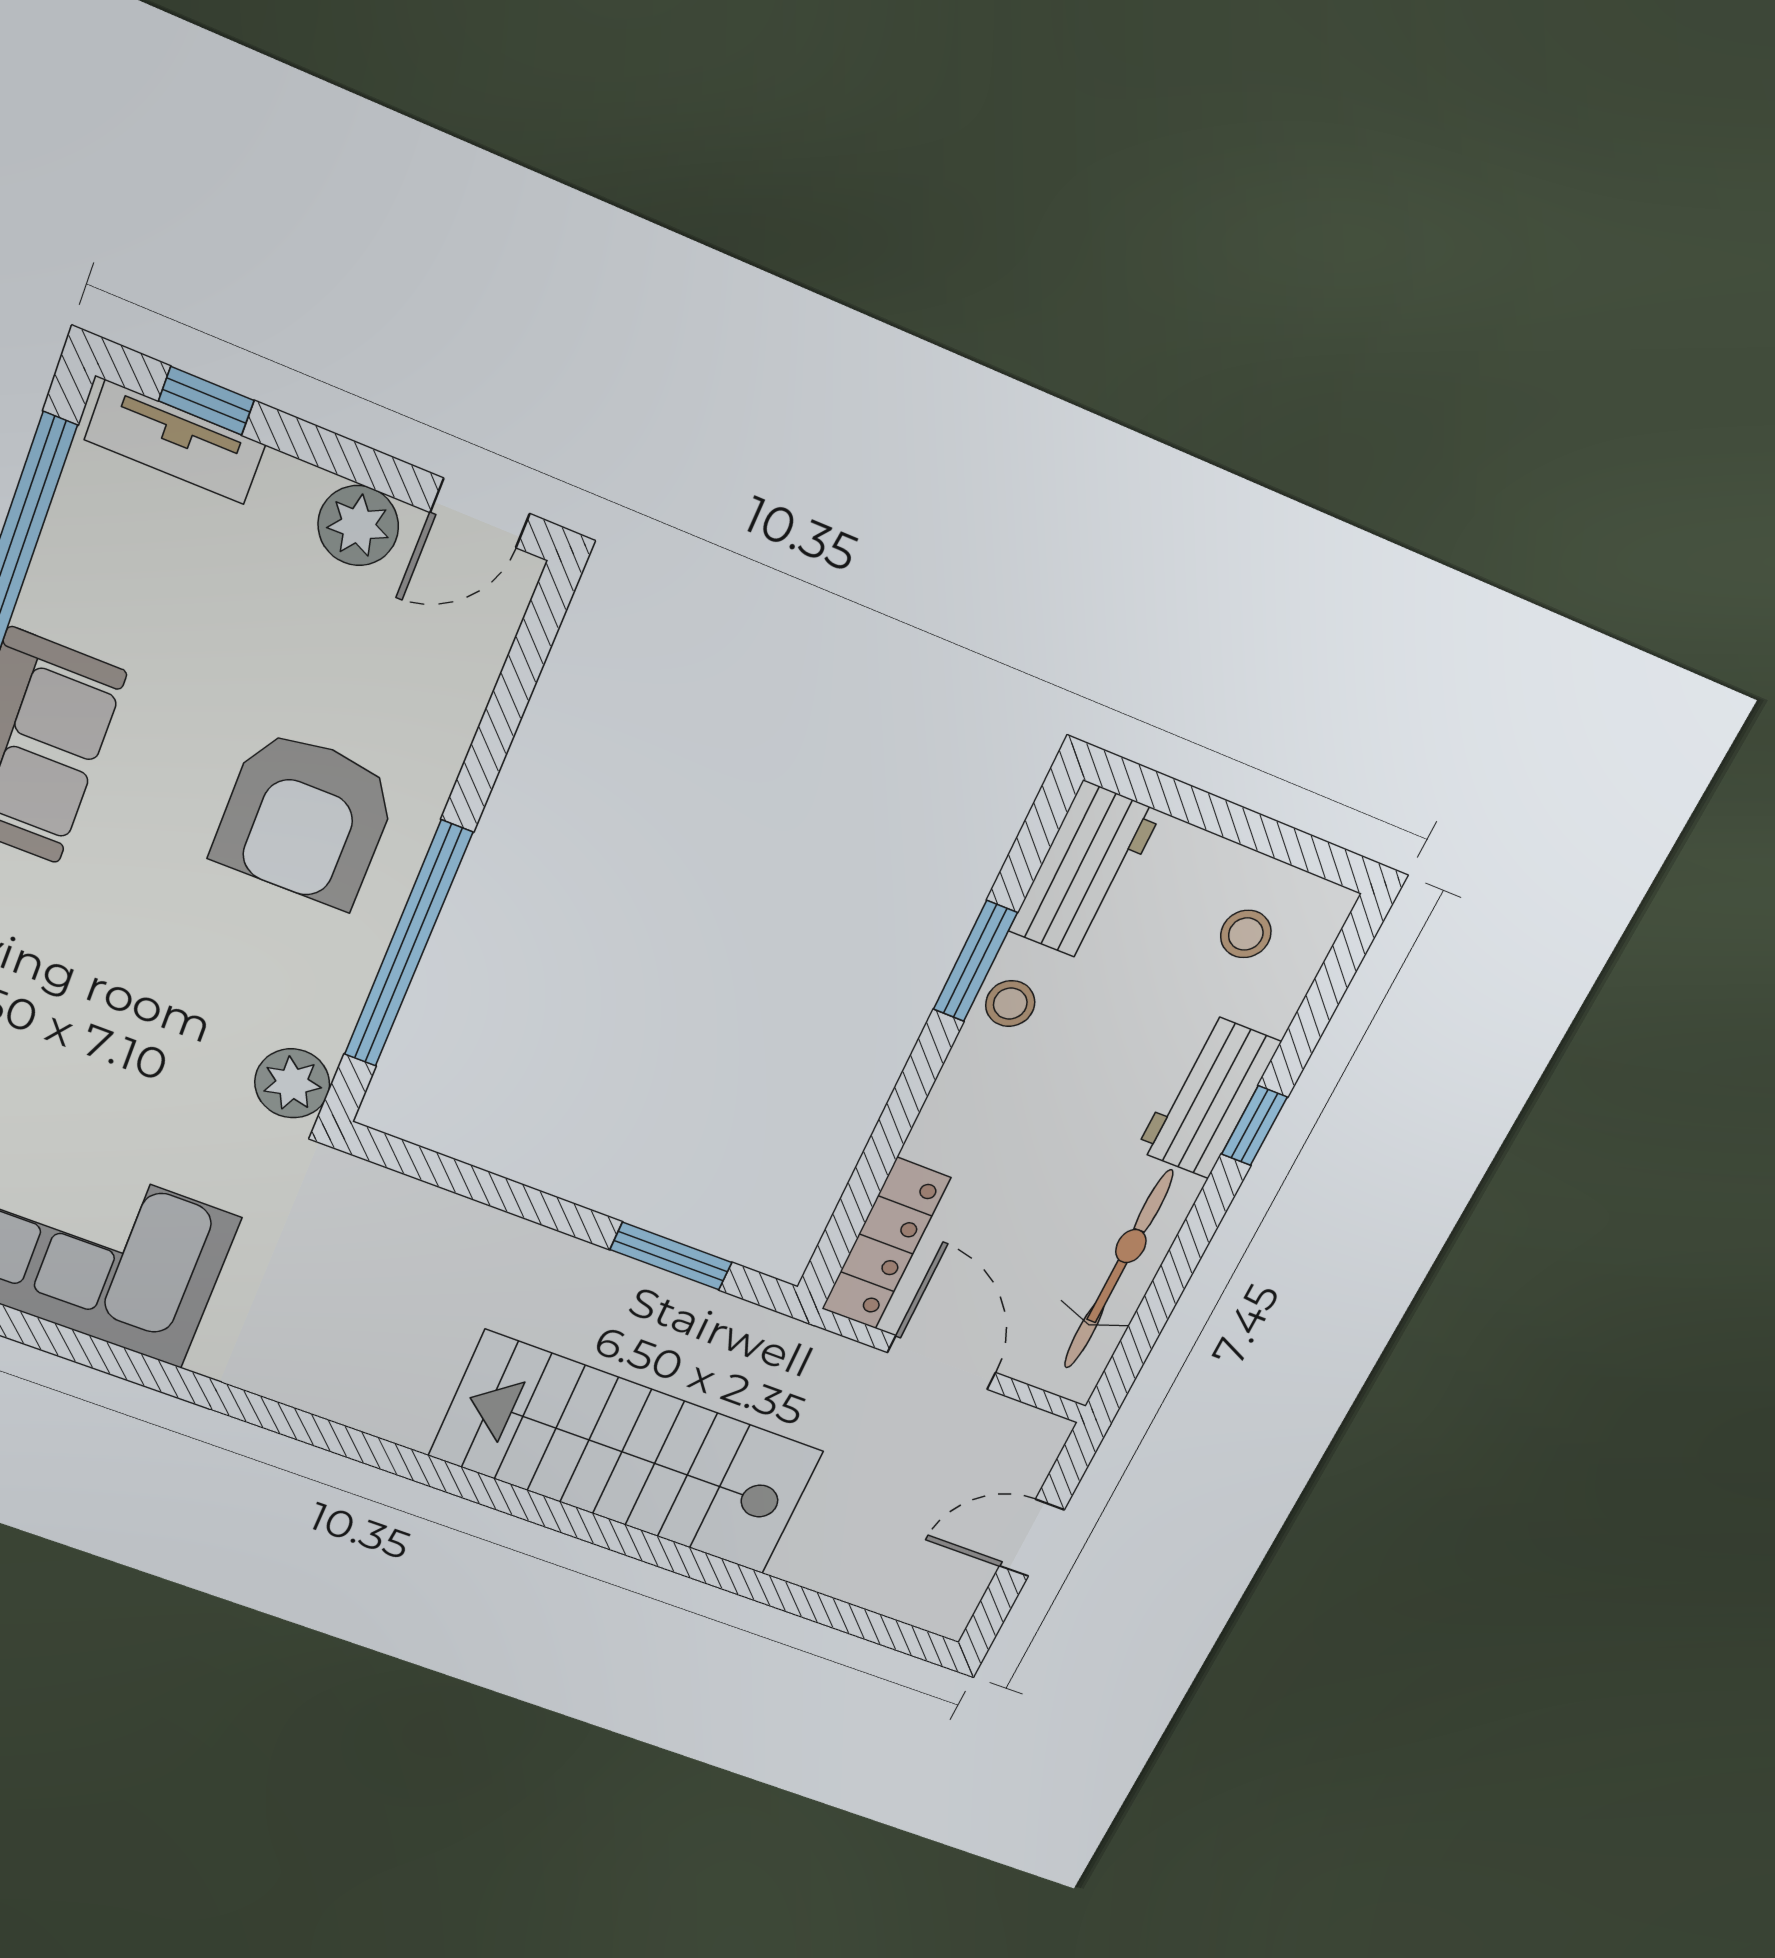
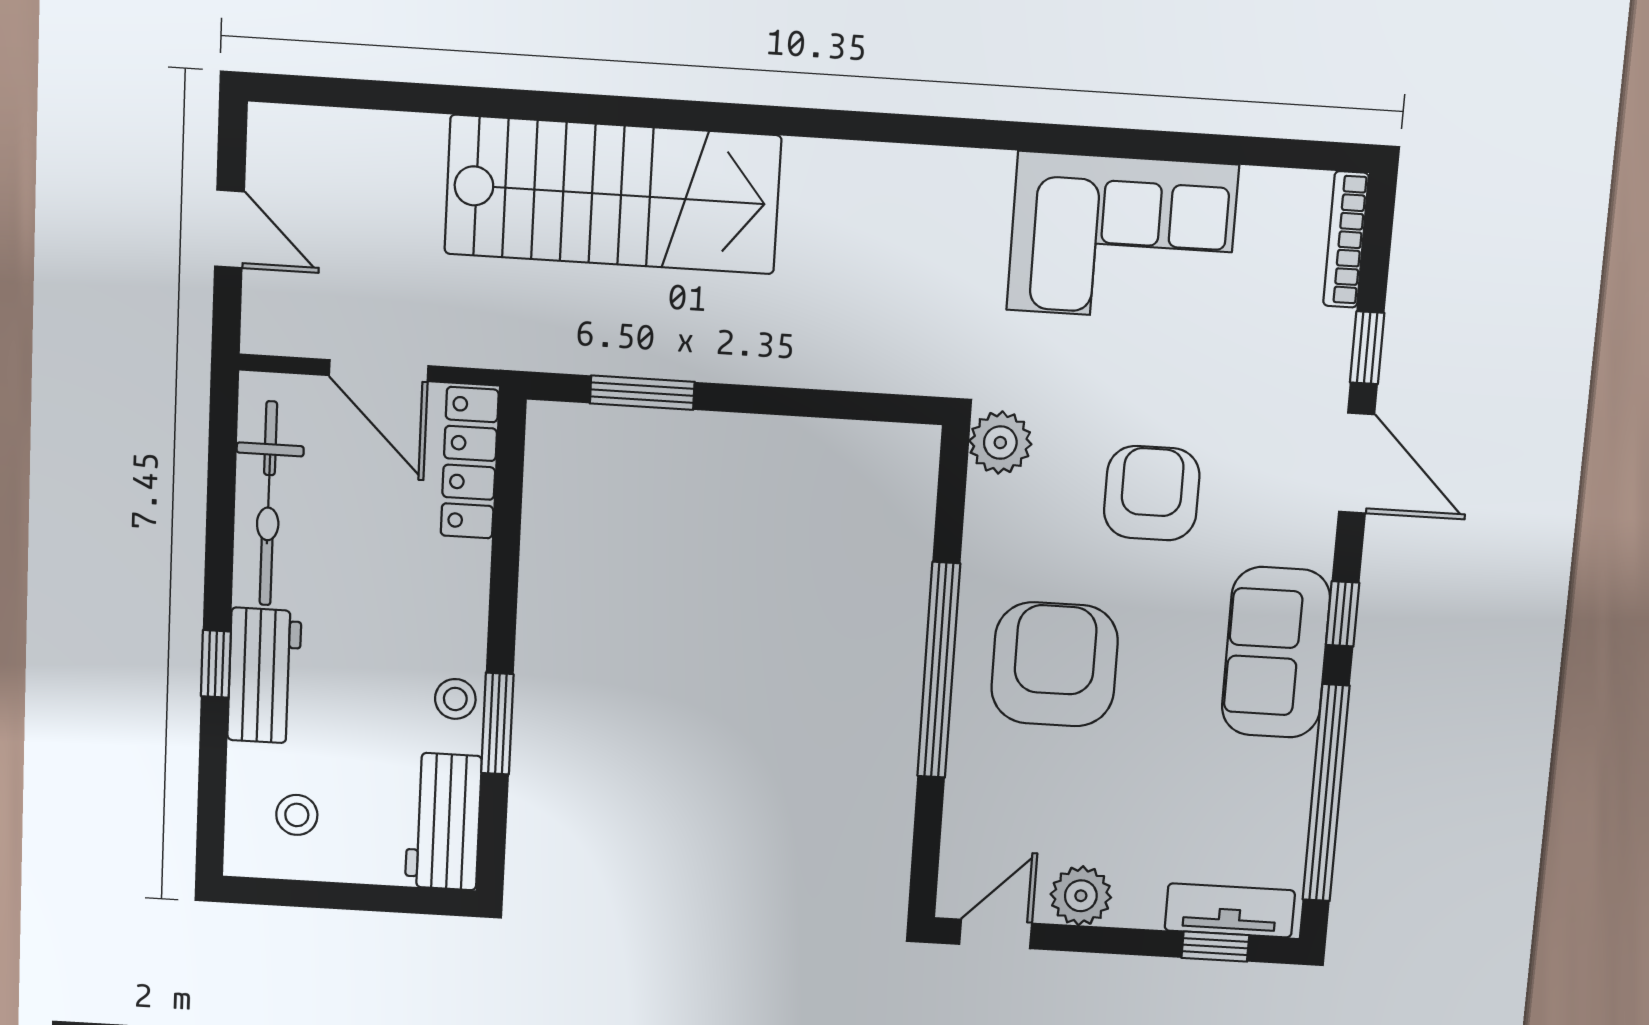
window: (408, 945) -> (939, 670), moved
armchair: (134, 975) -> (1152, 493), added
door: (1032, 1538) -> (229, 229), hinge flipped

